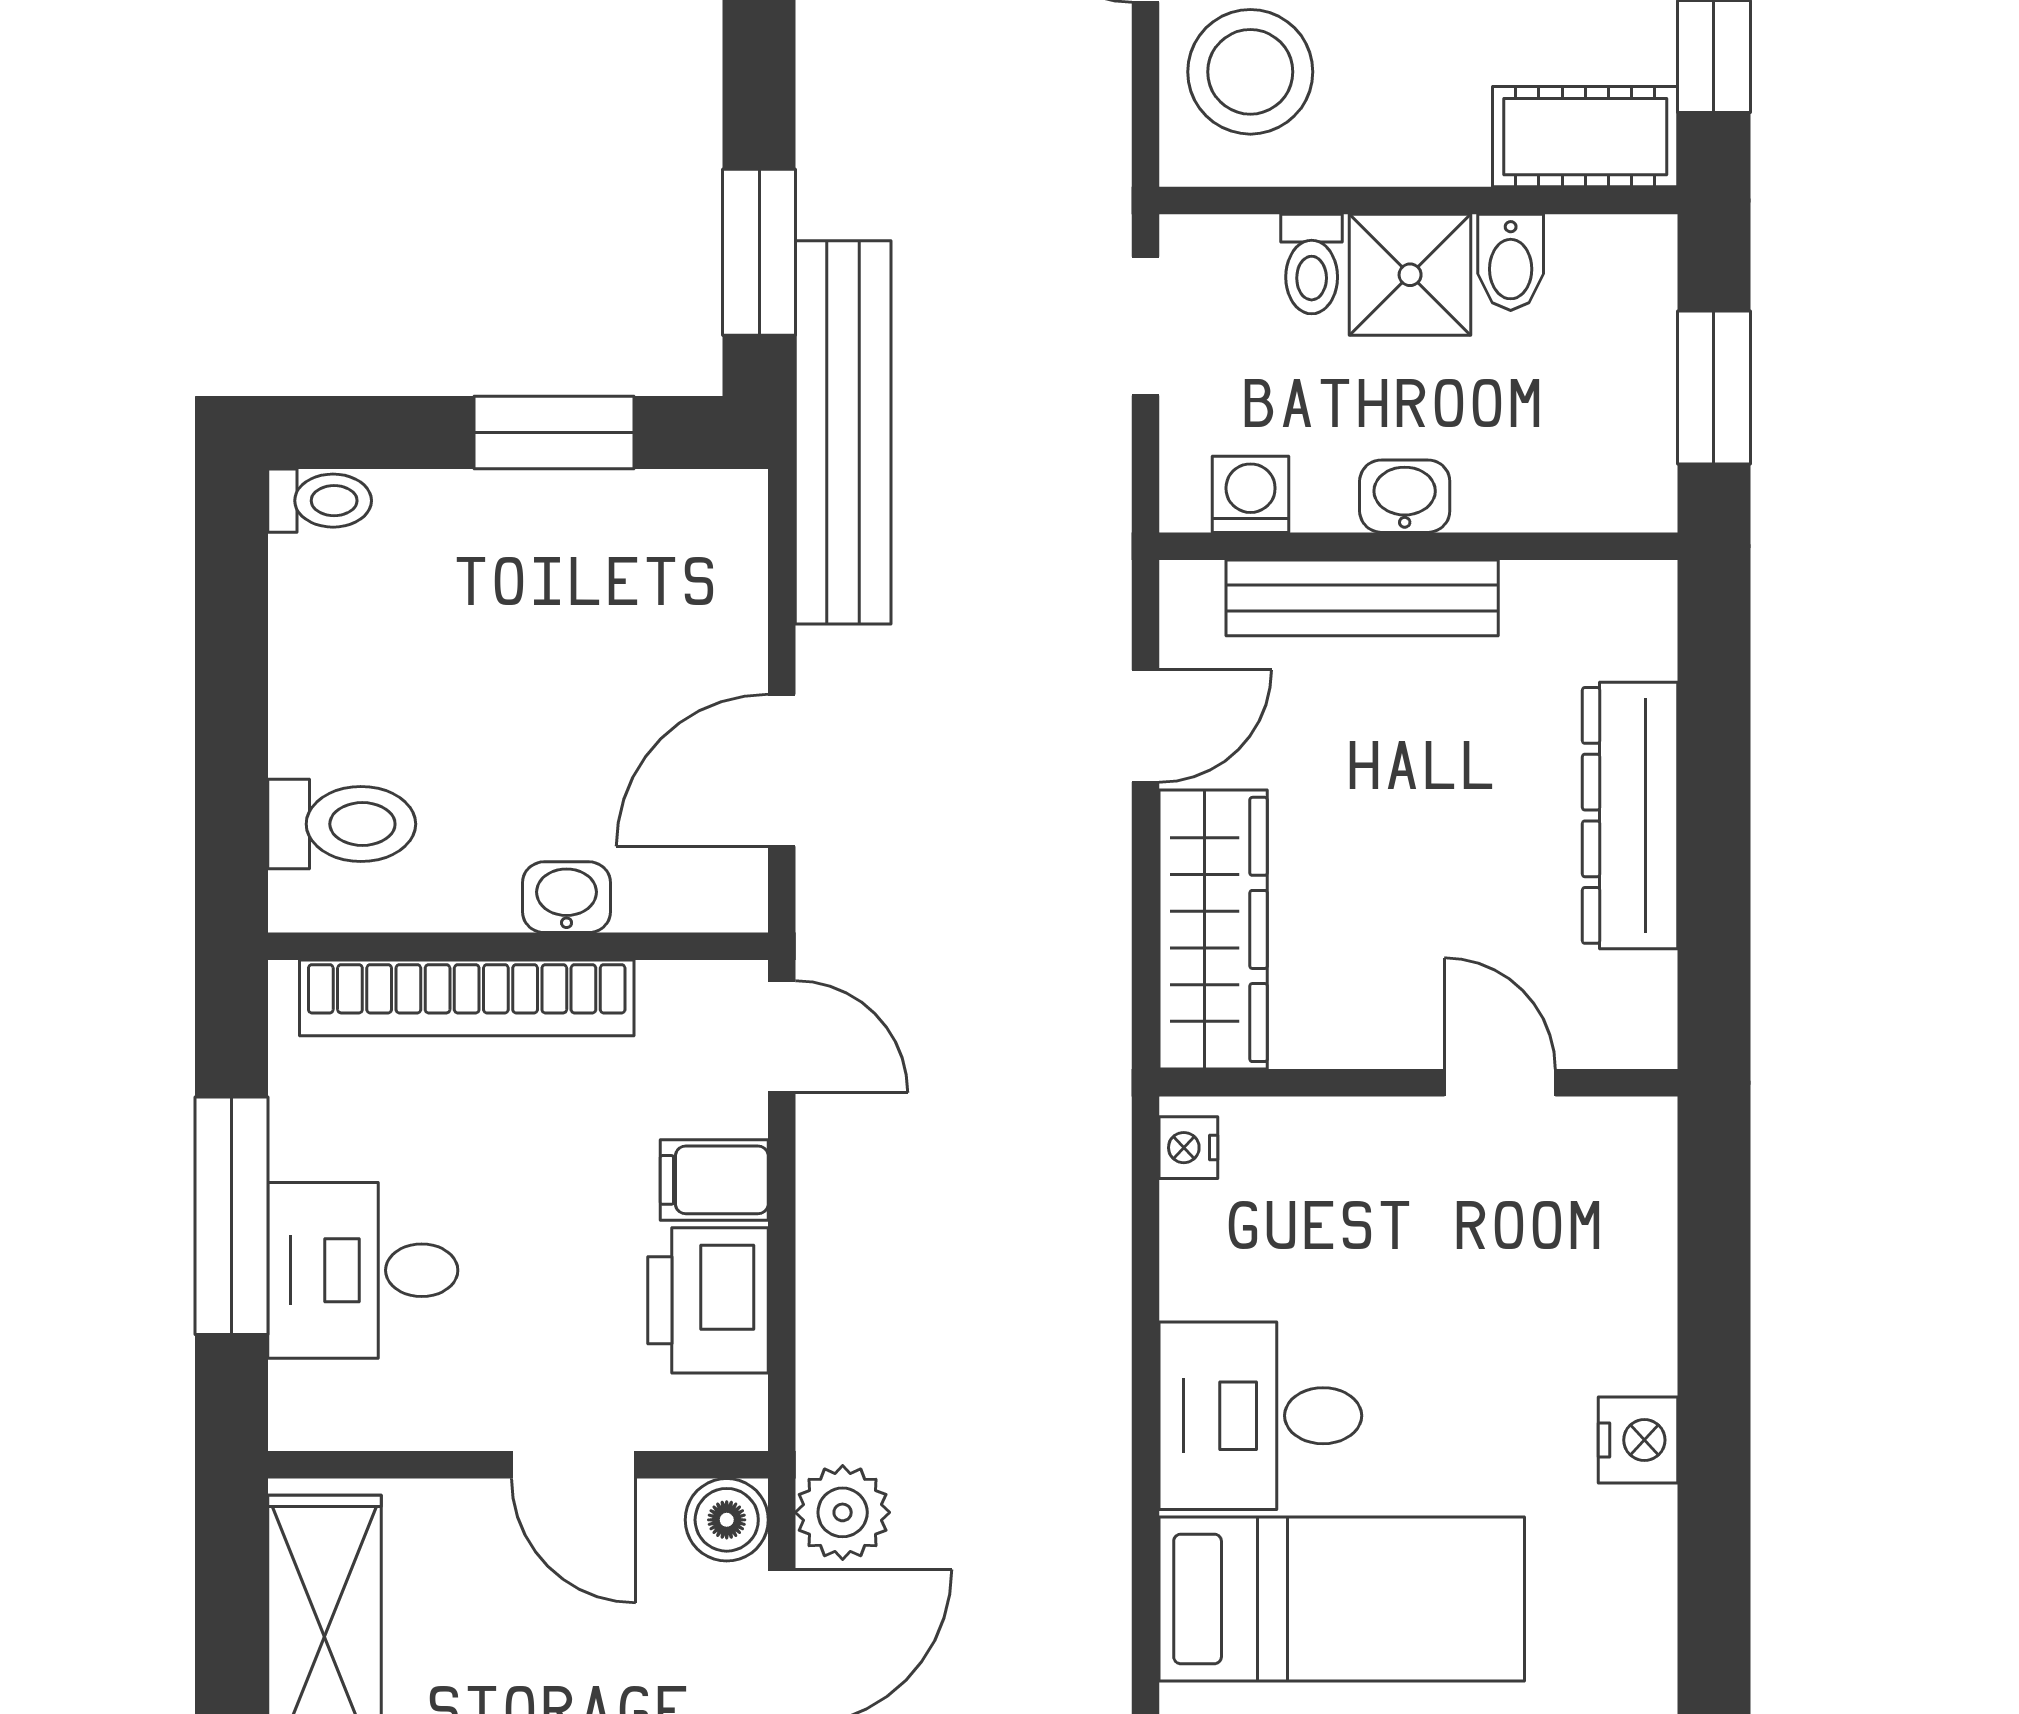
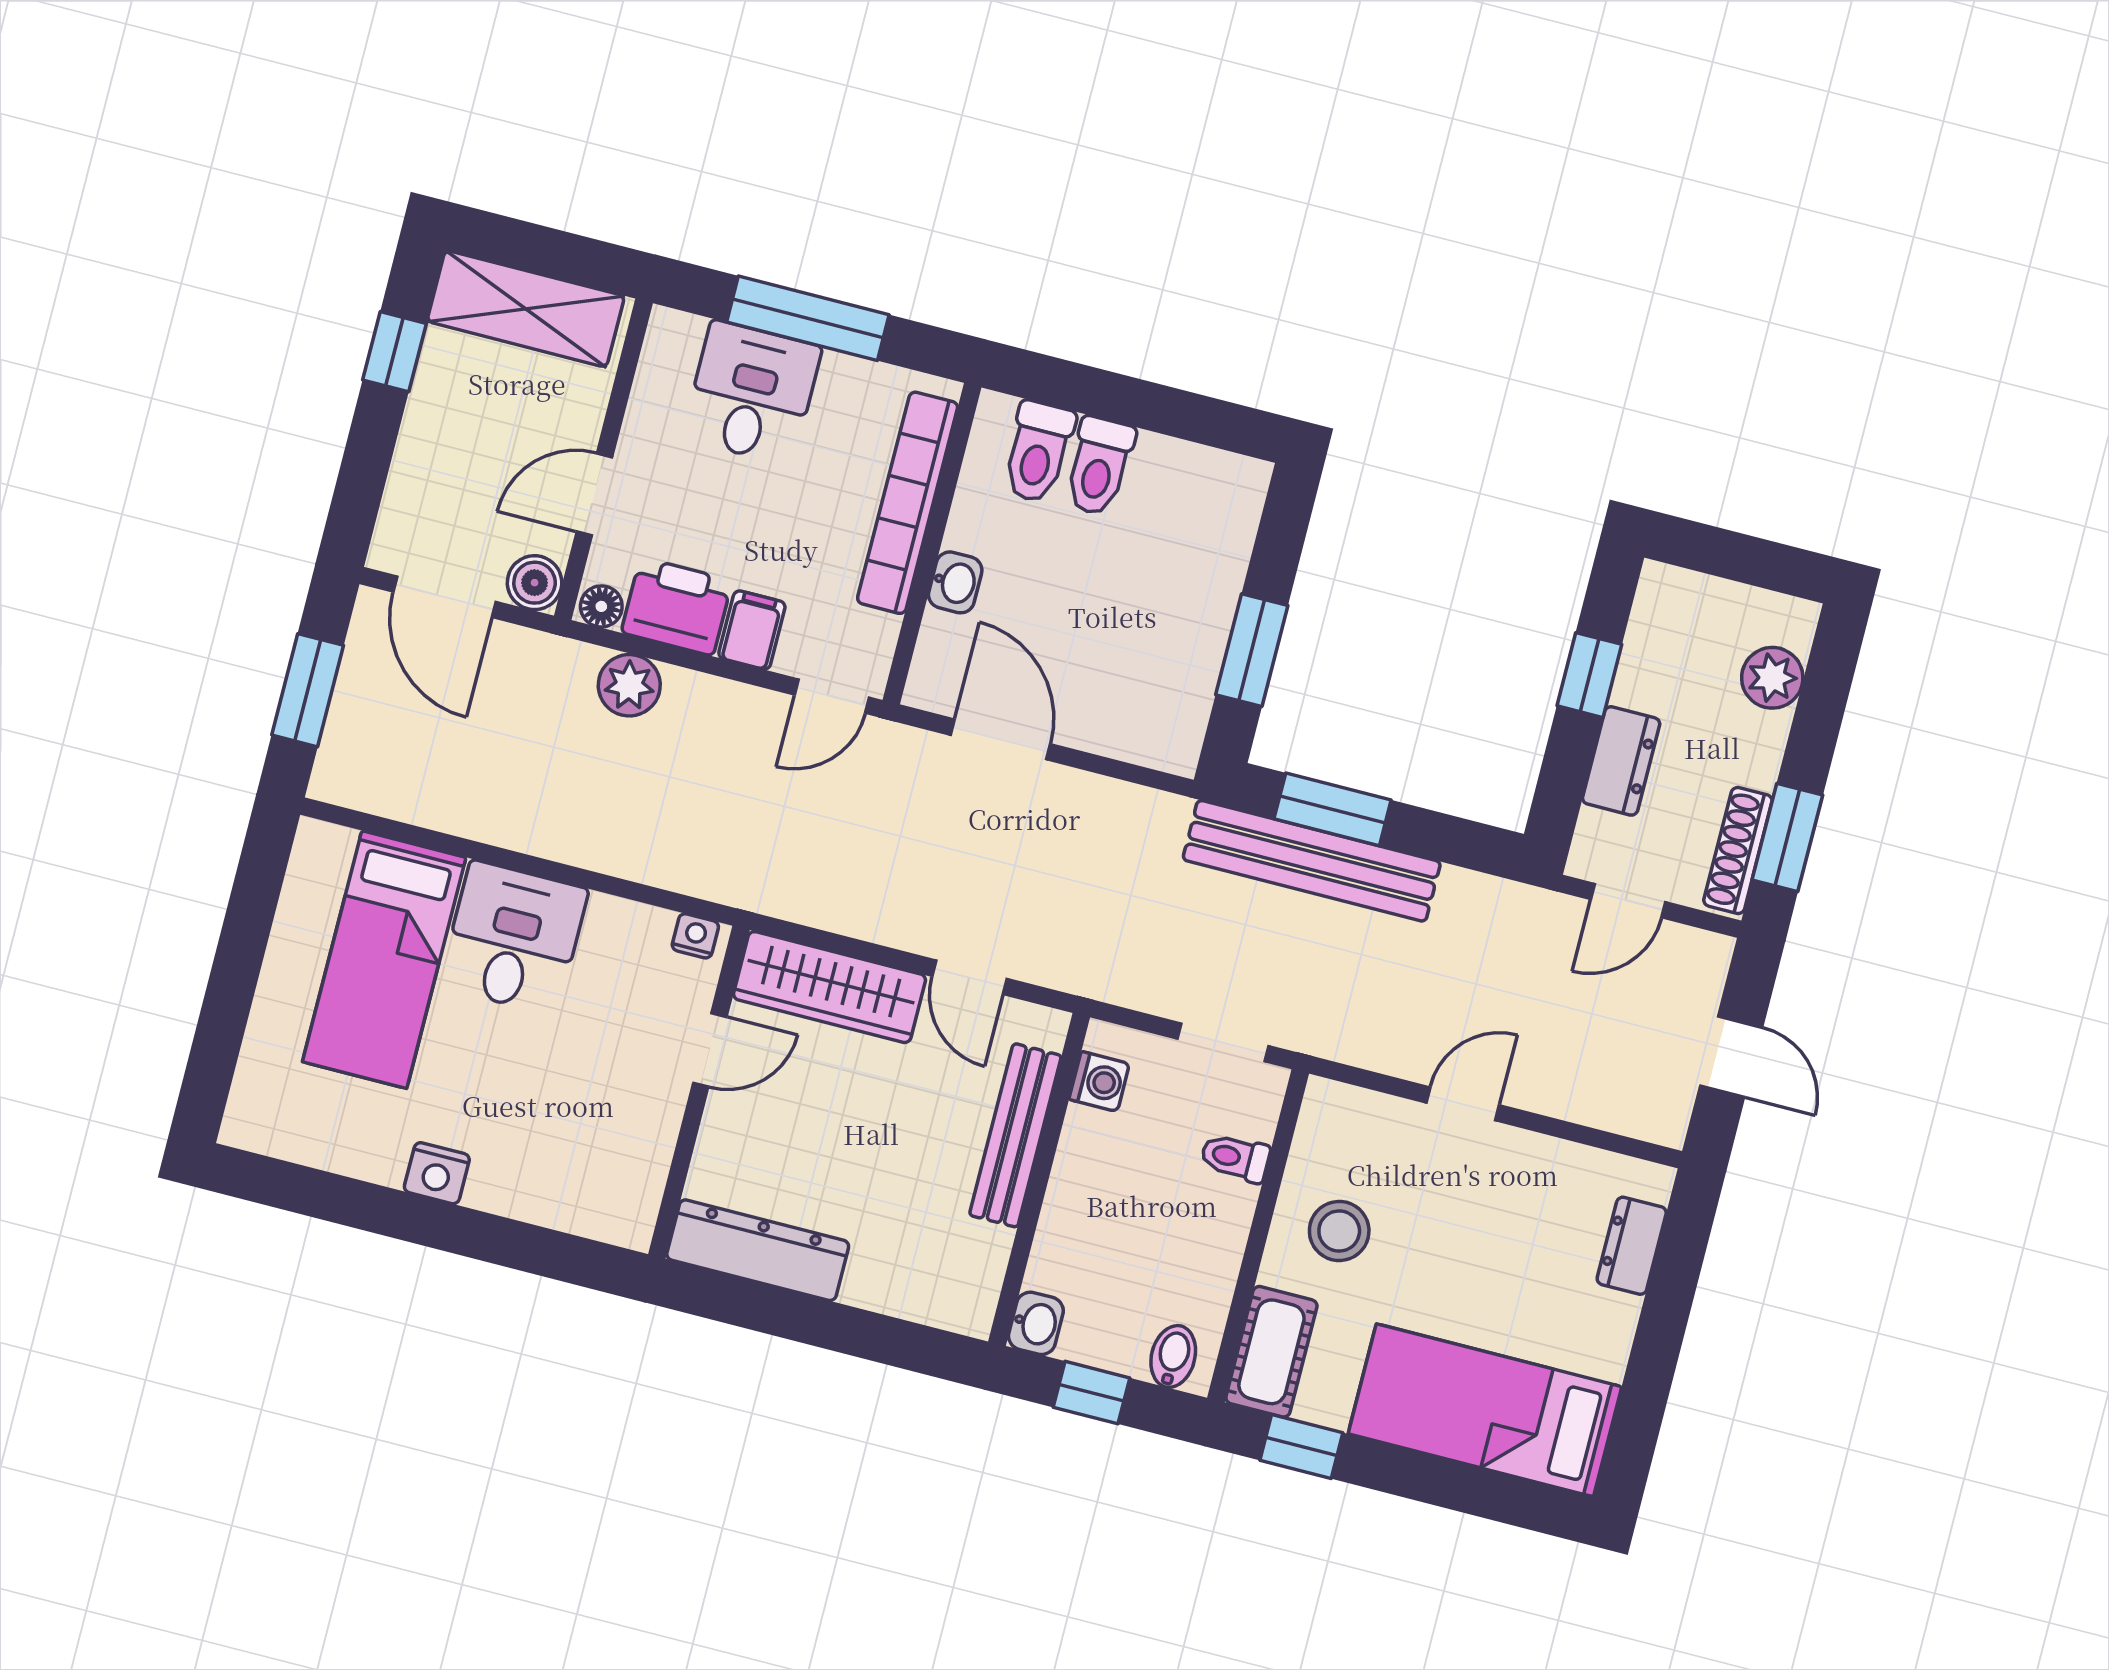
stool: (1250, 72) -> (1339, 1231), moved, width x0.73, depth x0.73
bidet: (1511, 262) -> (1173, 1356), moved, turned 90
shower: (1410, 275) -> (1212, 1218), removed
window: (1714, 388) -> (1091, 1393), width x0.67
bench: (843, 432) -> (1312, 861), moved
washbasin: (1405, 496) -> (1036, 1323), moved
toilet: (320, 501) -> (1099, 466), moved, width x1.37, depth x1.39
dresser: (1630, 815) -> (758, 1250), moved
door: (1500, 1083) -> (710, 1050), moved
floor lamp: (737, 1412) -> (601, 606), added
plant: (843, 1512) -> (629, 685), moved

